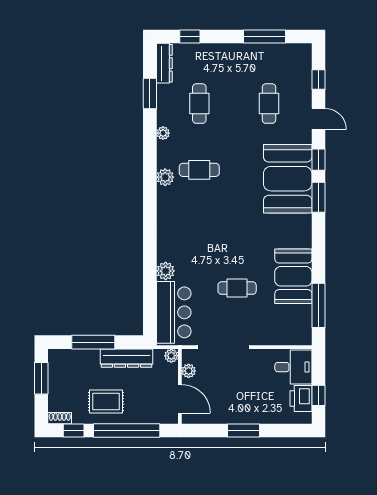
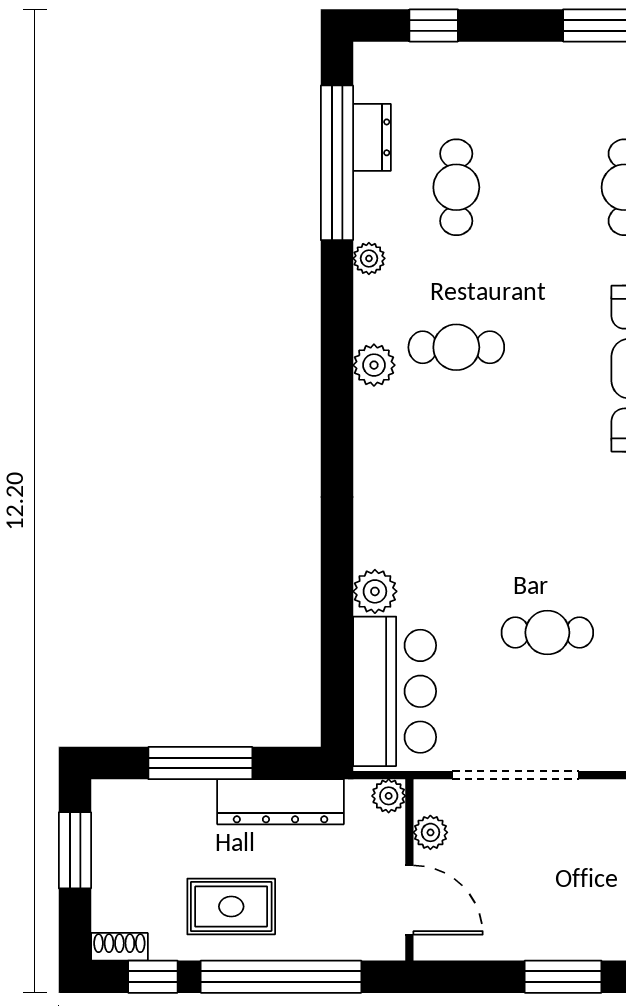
dresser: (164, 63) -> (372, 137), moved, width x0.70
window: (150, 93) -> (337, 163), width x2.11

